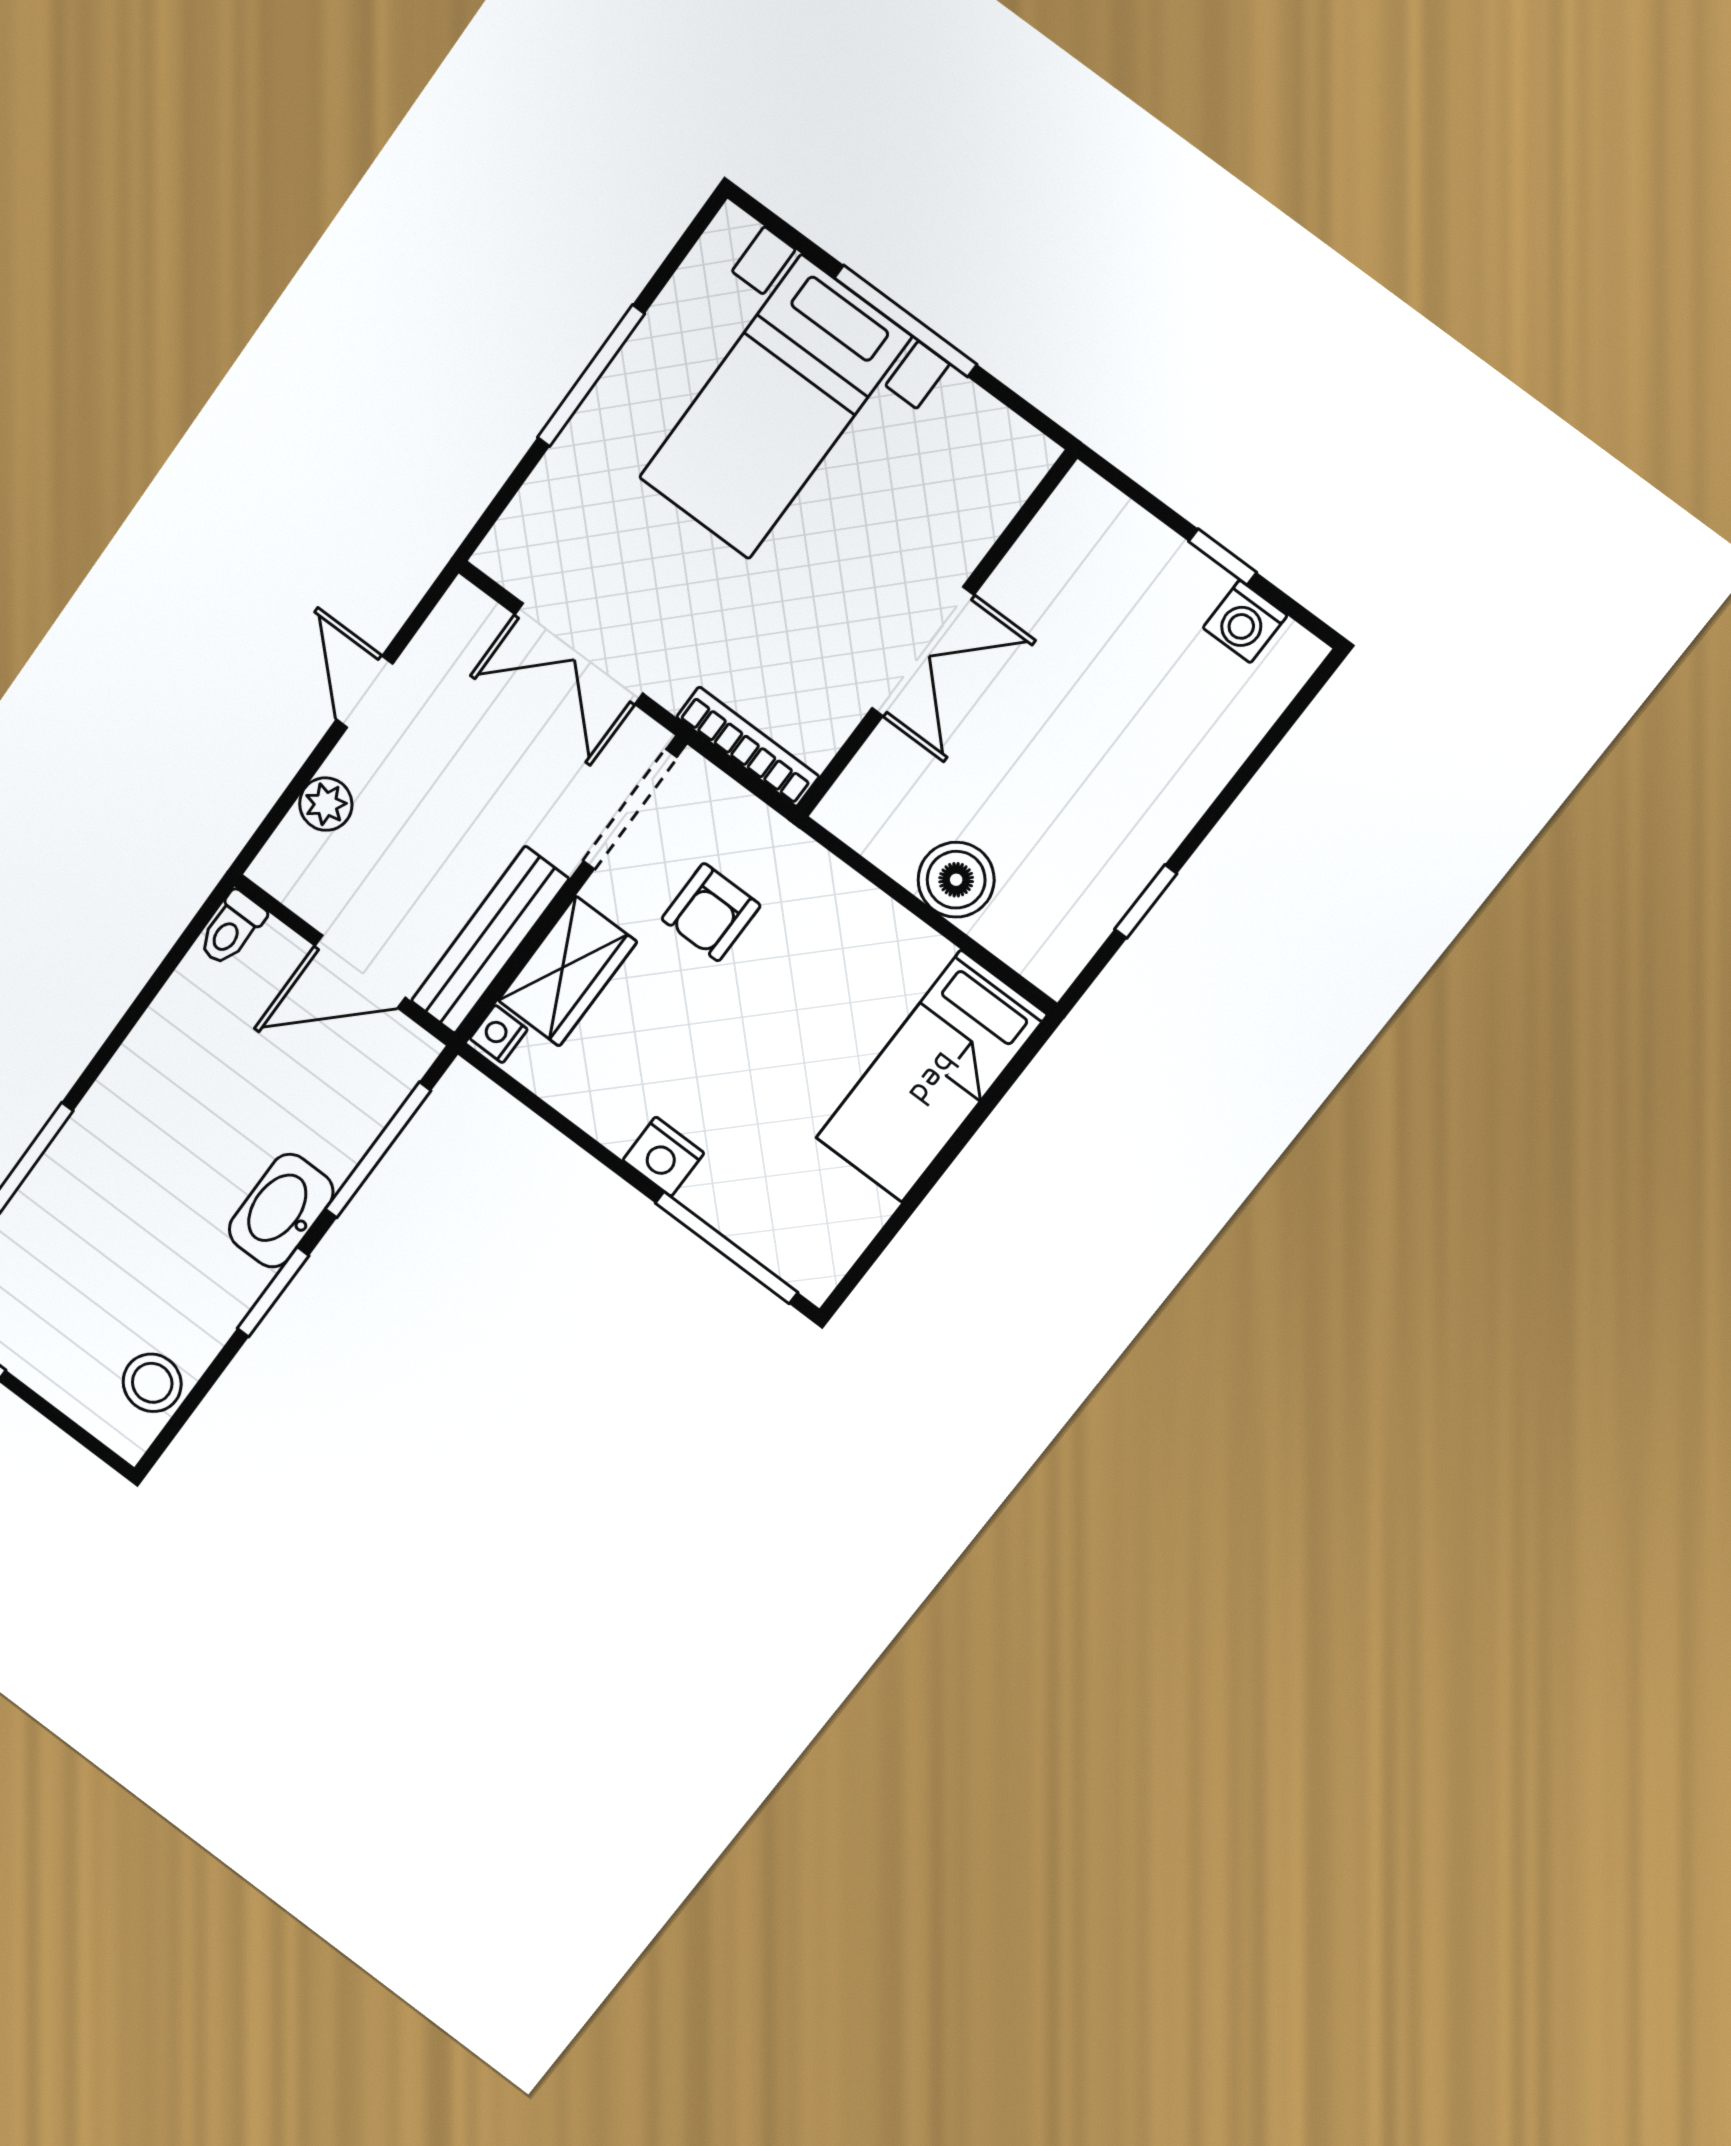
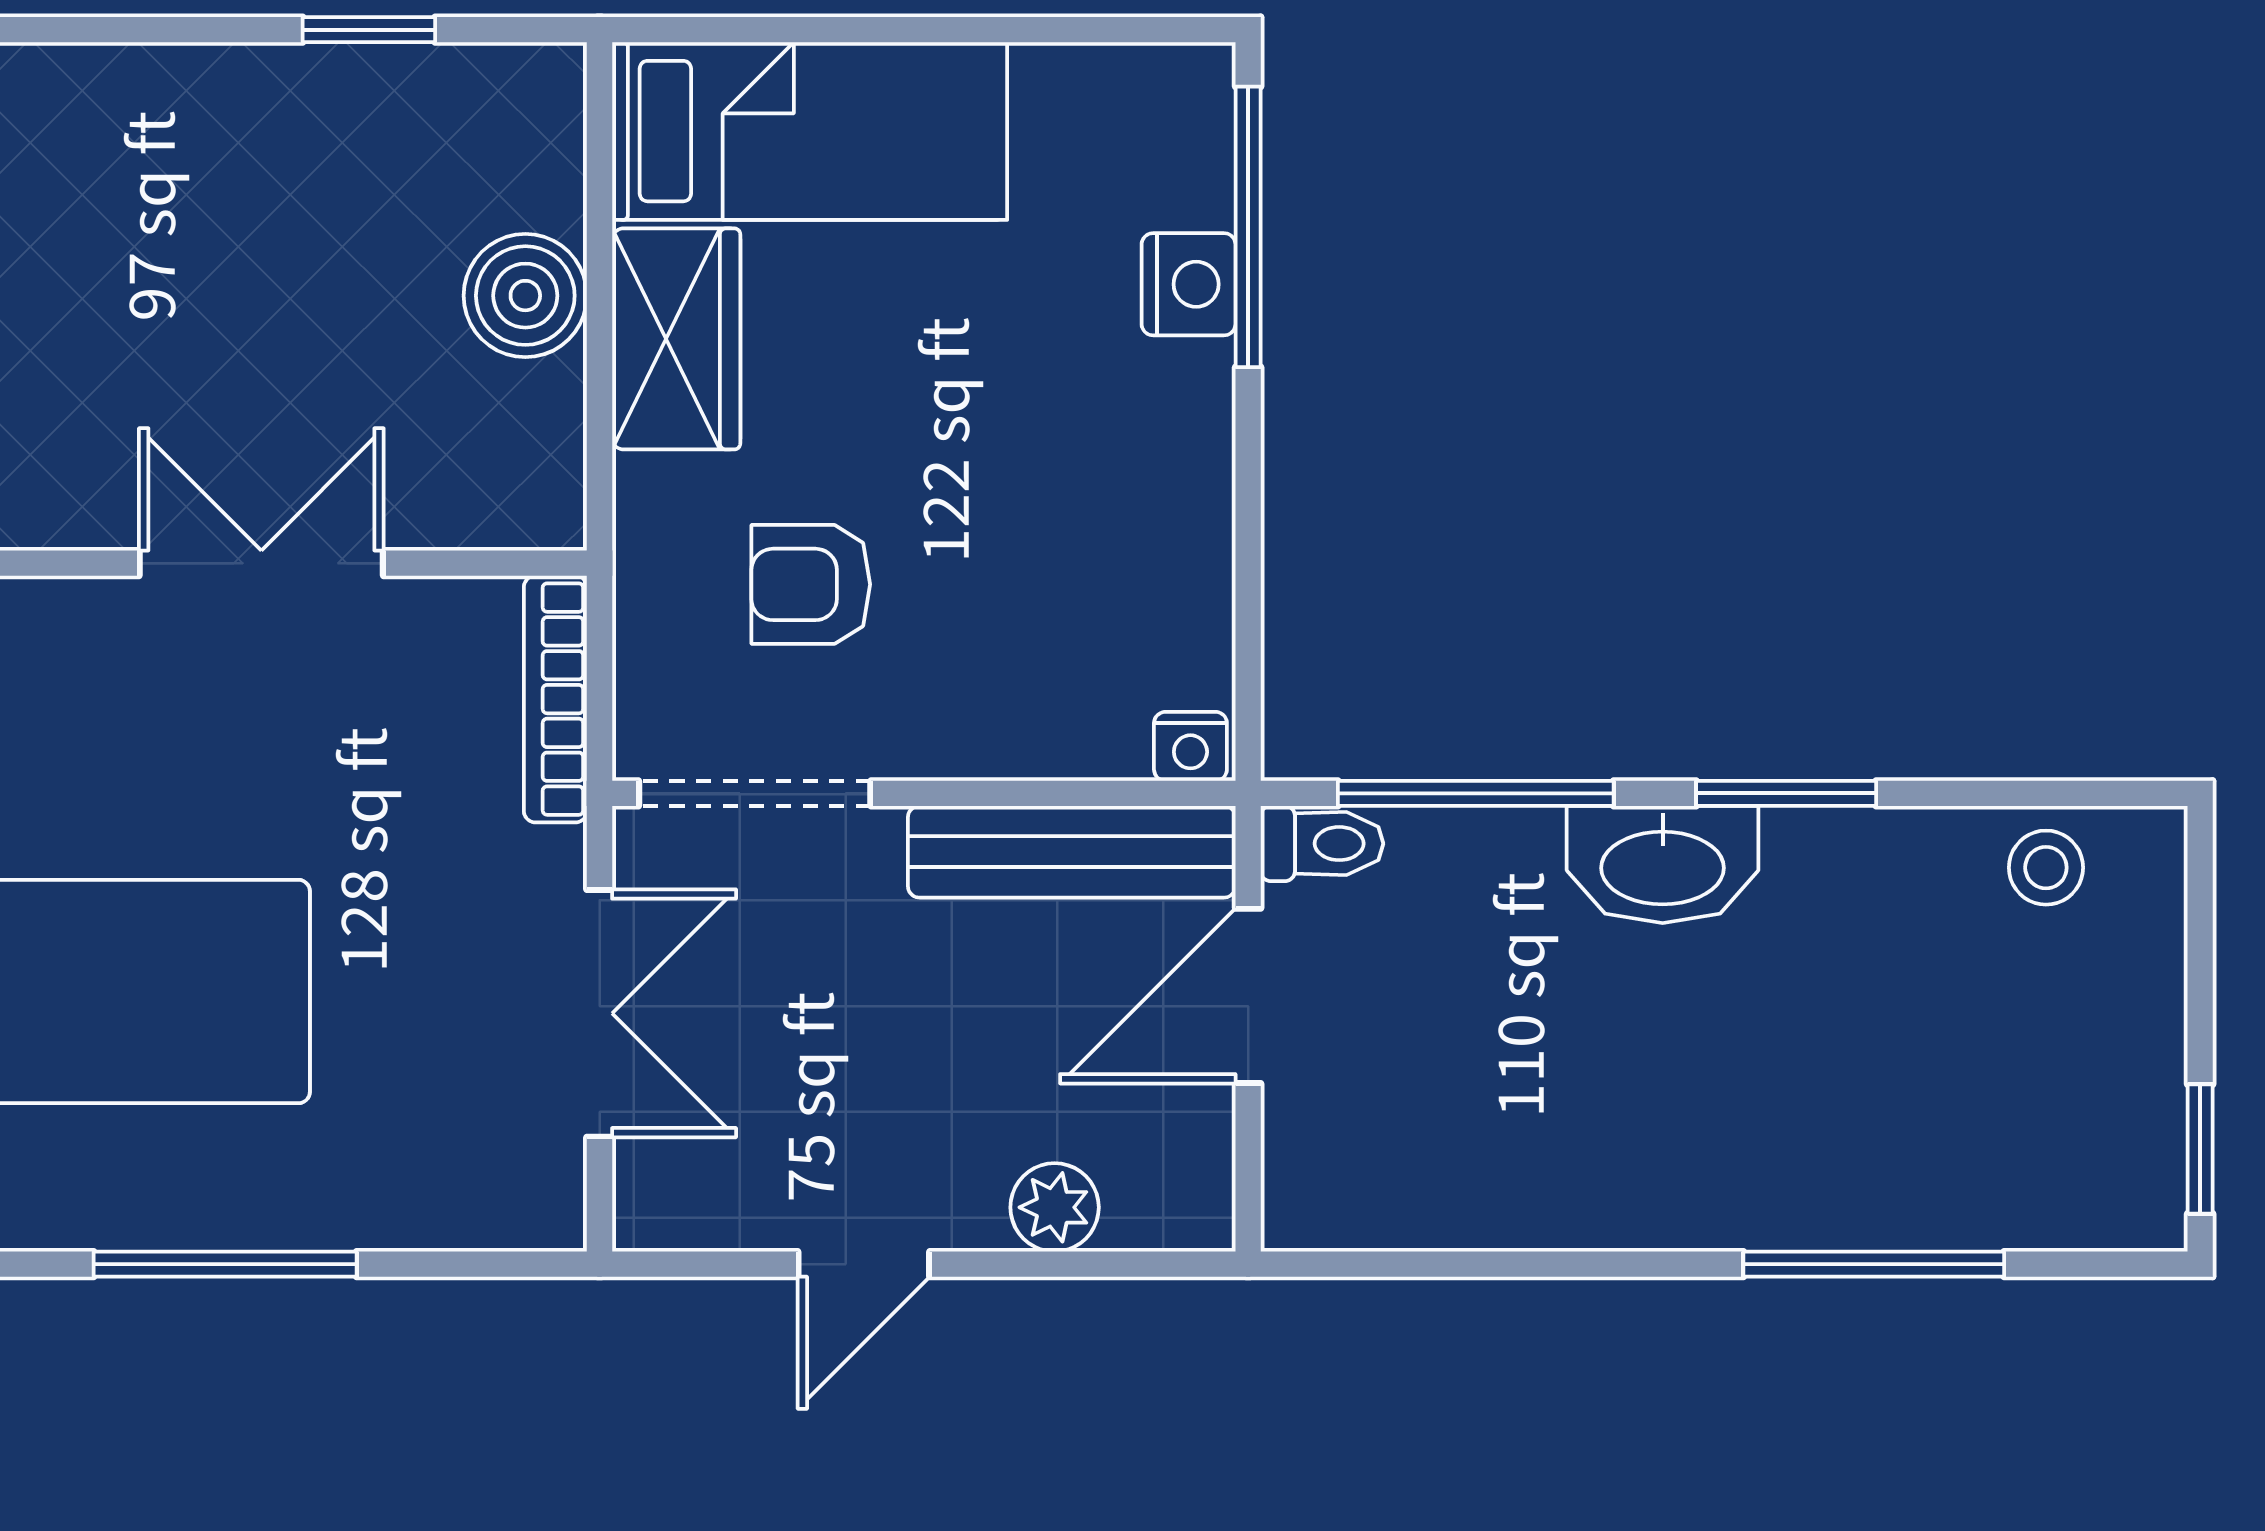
armchair: (711, 912) -> (811, 584), turned 180
toilet: (231, 929) -> (1322, 844), moved
wardrobe: (567, 971) -> (676, 339), moved, turned 90
door: (360, 972) -> (1248, 996), swing flipped
nightstand: (663, 1157) -> (1189, 284), moved
stool: (152, 1383) -> (2046, 868), width x0.73, depth x0.73

